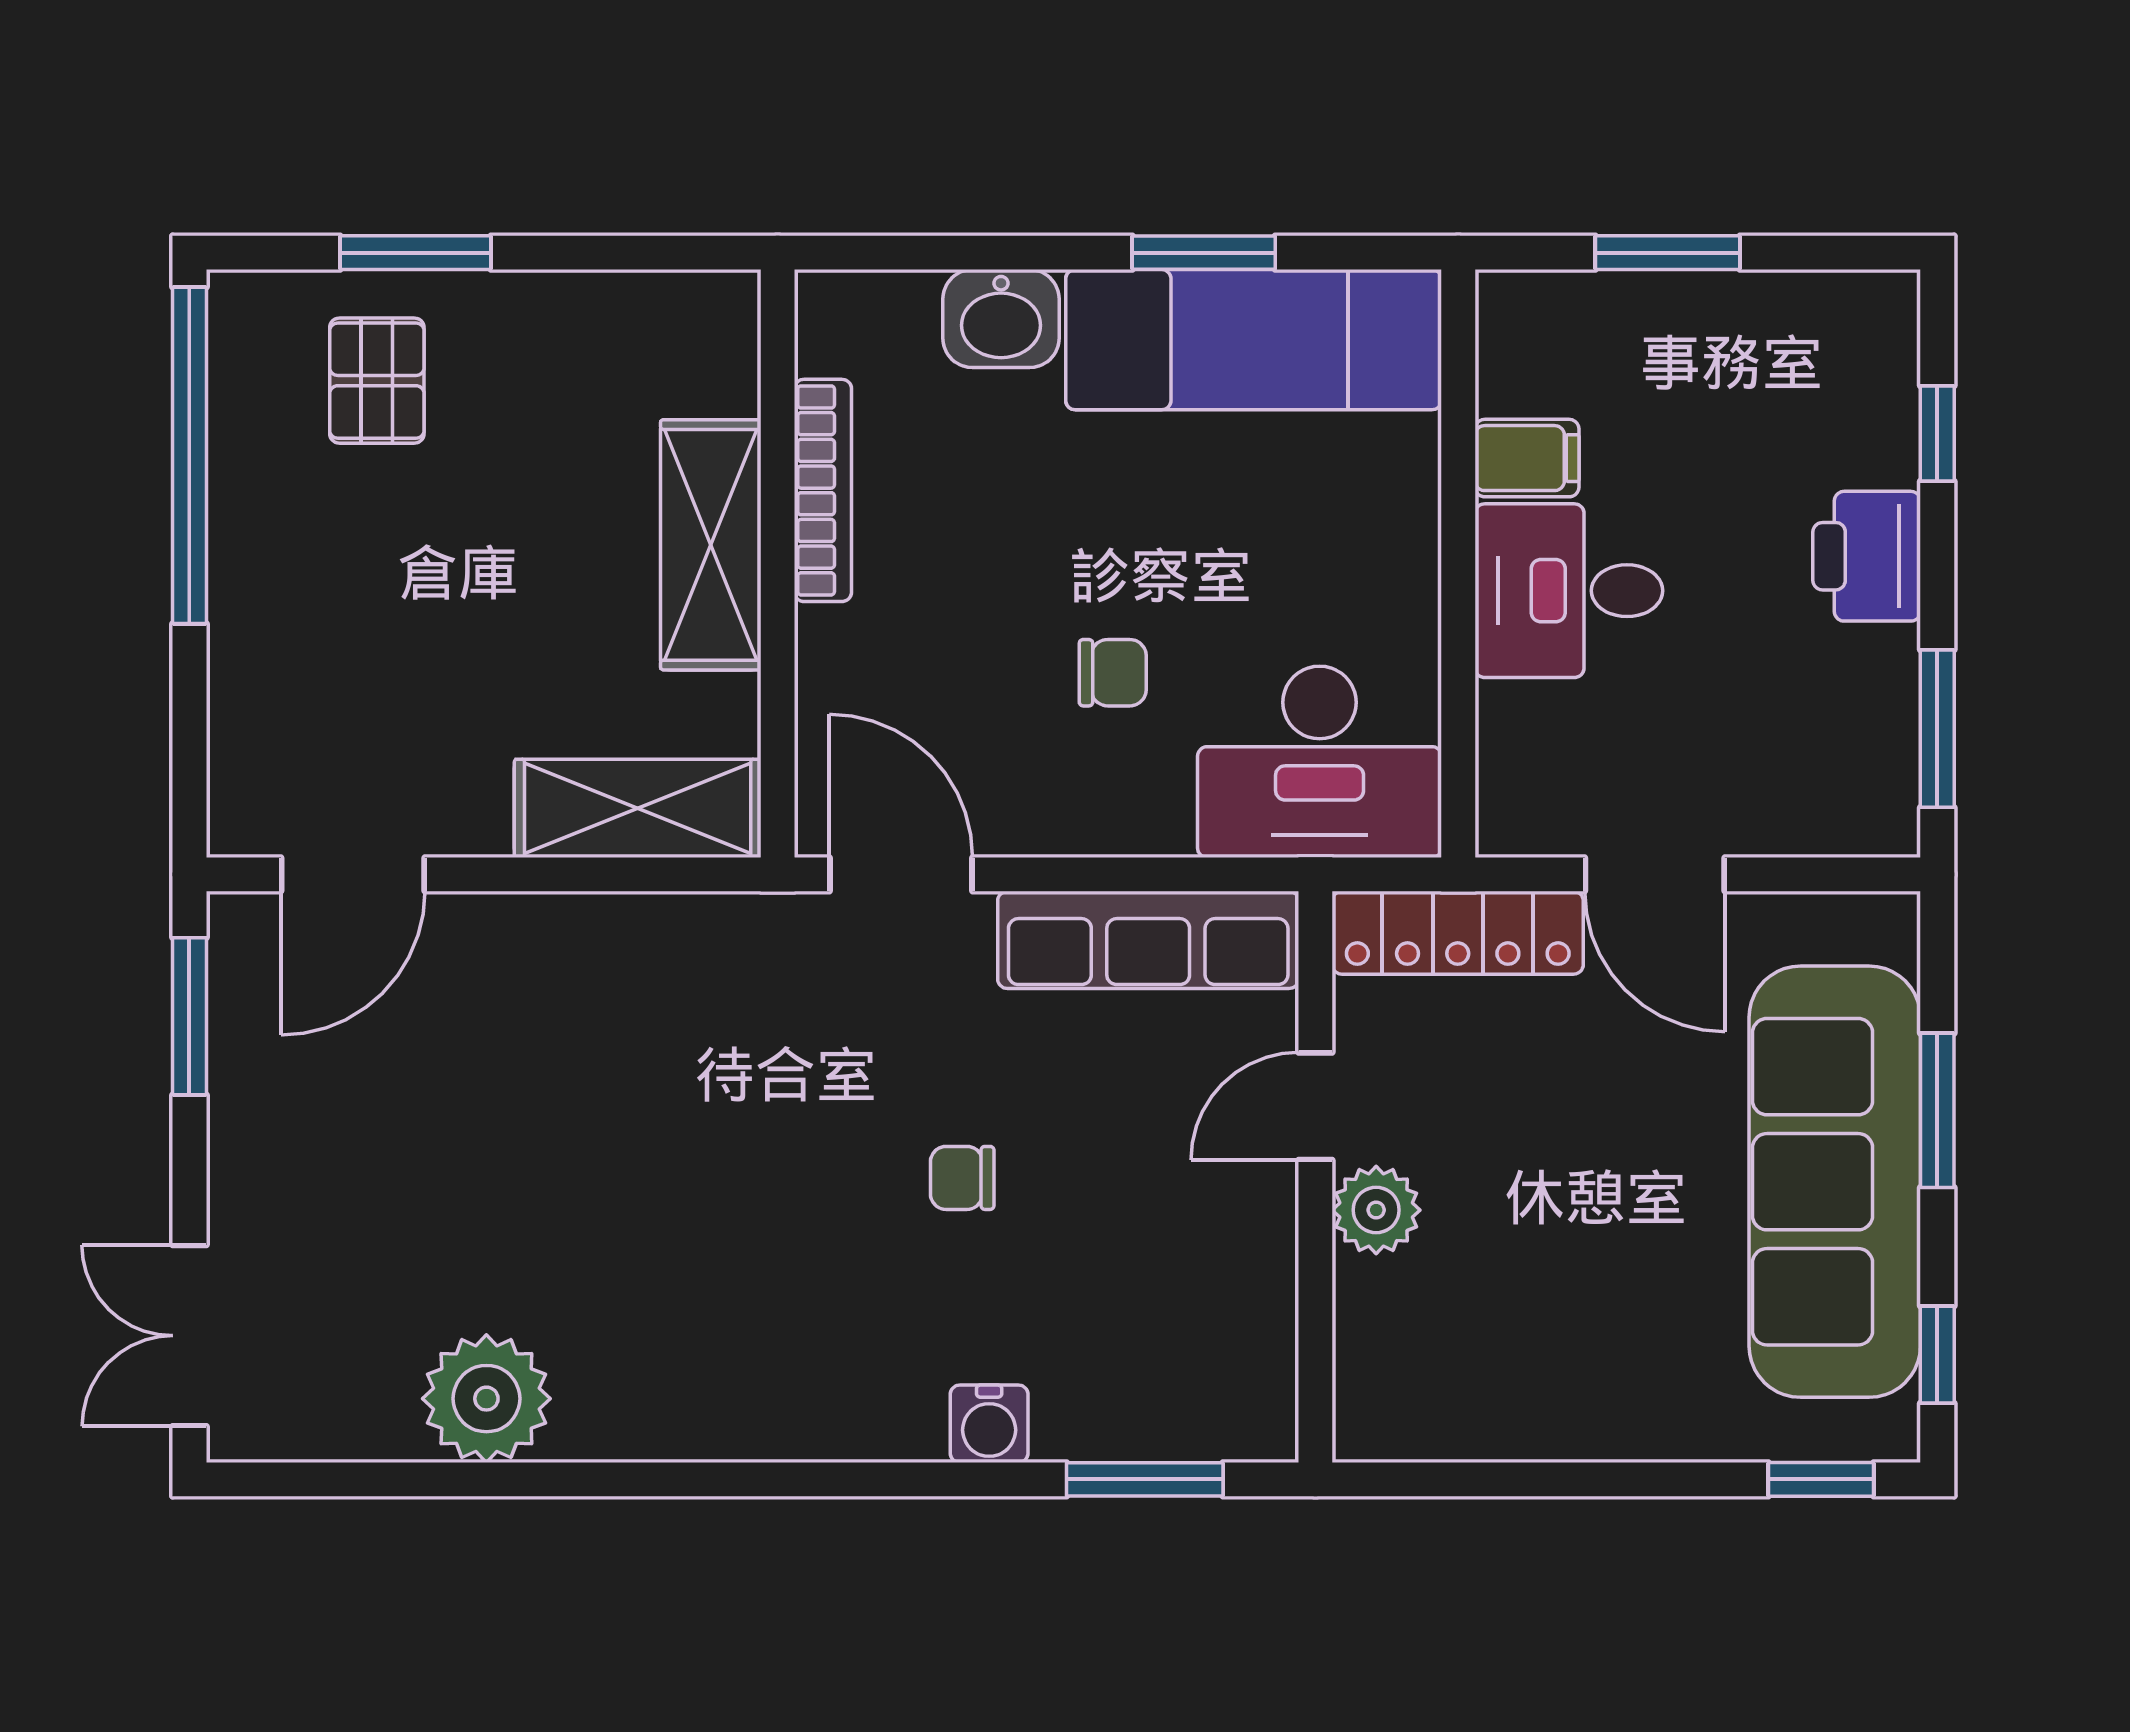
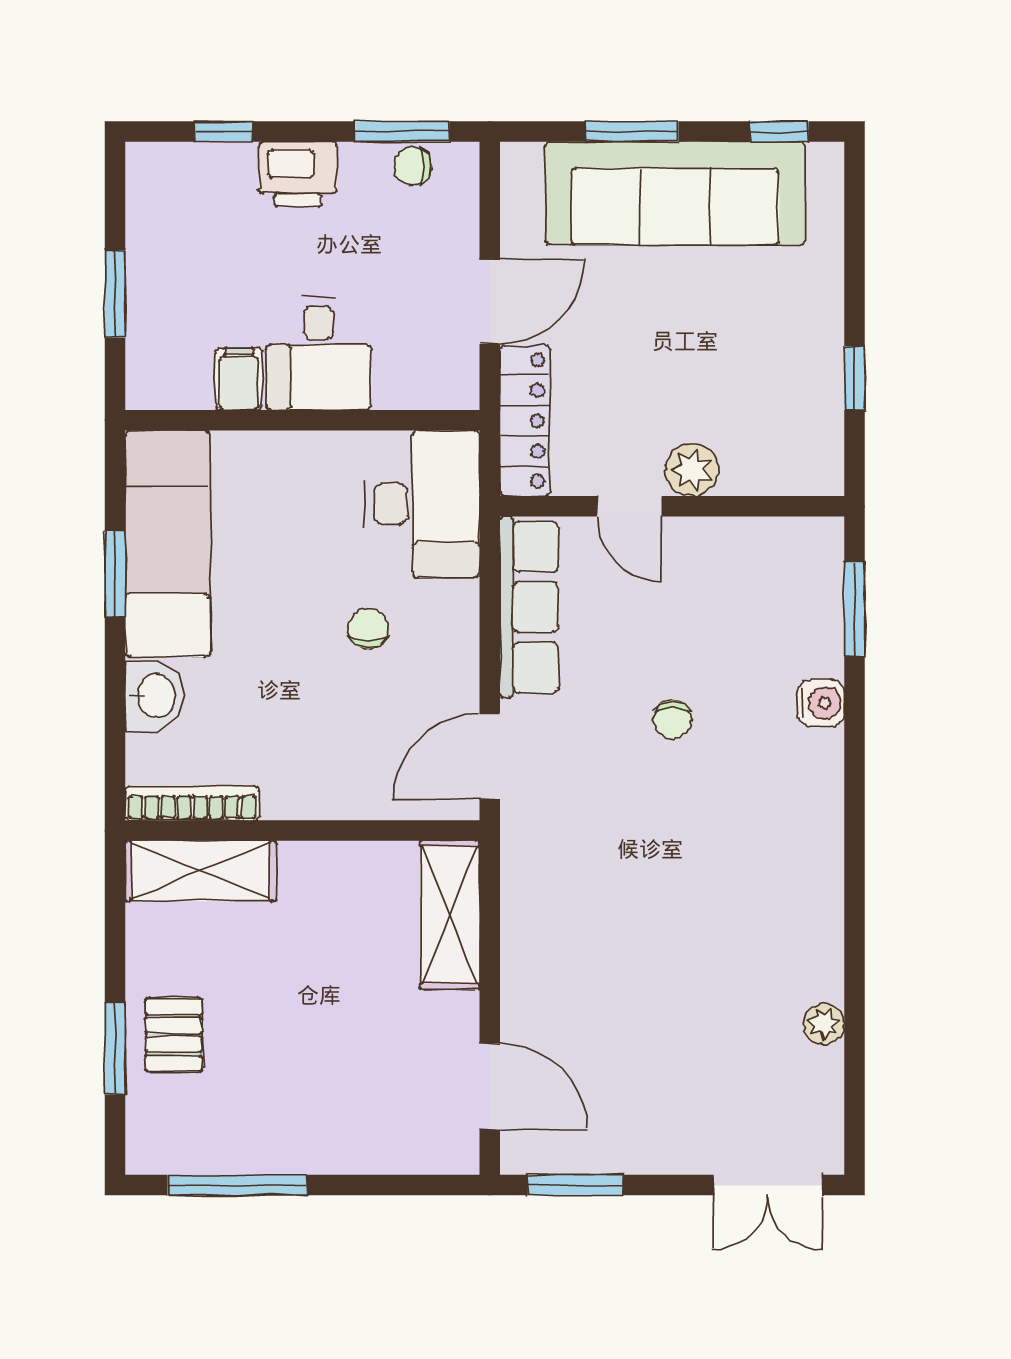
pallet: (377, 381) -> (174, 1035), moved, turned 90
window: (189, 455) -> (237, 1185), width x0.68
bookcase: (823, 490) -> (192, 803), moved
shelving: (711, 545) -> (201, 871), moved
chair: (1880, 746) -> (413, 166), added
plant: (486, 1399) -> (824, 1024), width x0.53, depth x0.53
window: (1821, 1479) -> (854, 378), moved

